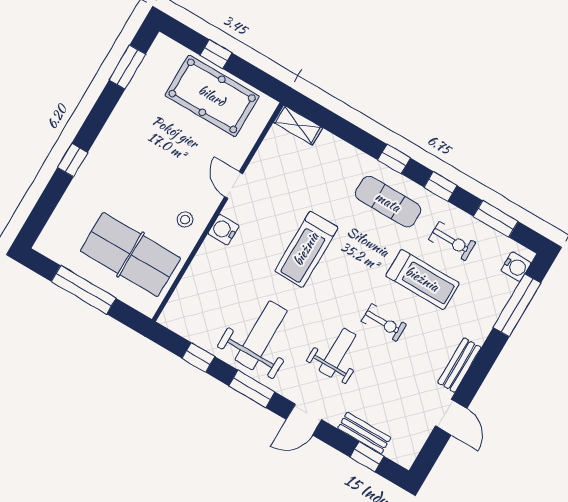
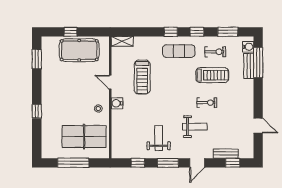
treadmill: (306, 249) -> (142, 77), moved
weight bench: (261, 335) -> (159, 138), width x0.73, depth x0.75
weight bench: (337, 353) -> (195, 127), turned 90
bench: (459, 365) -> (249, 66), moved

